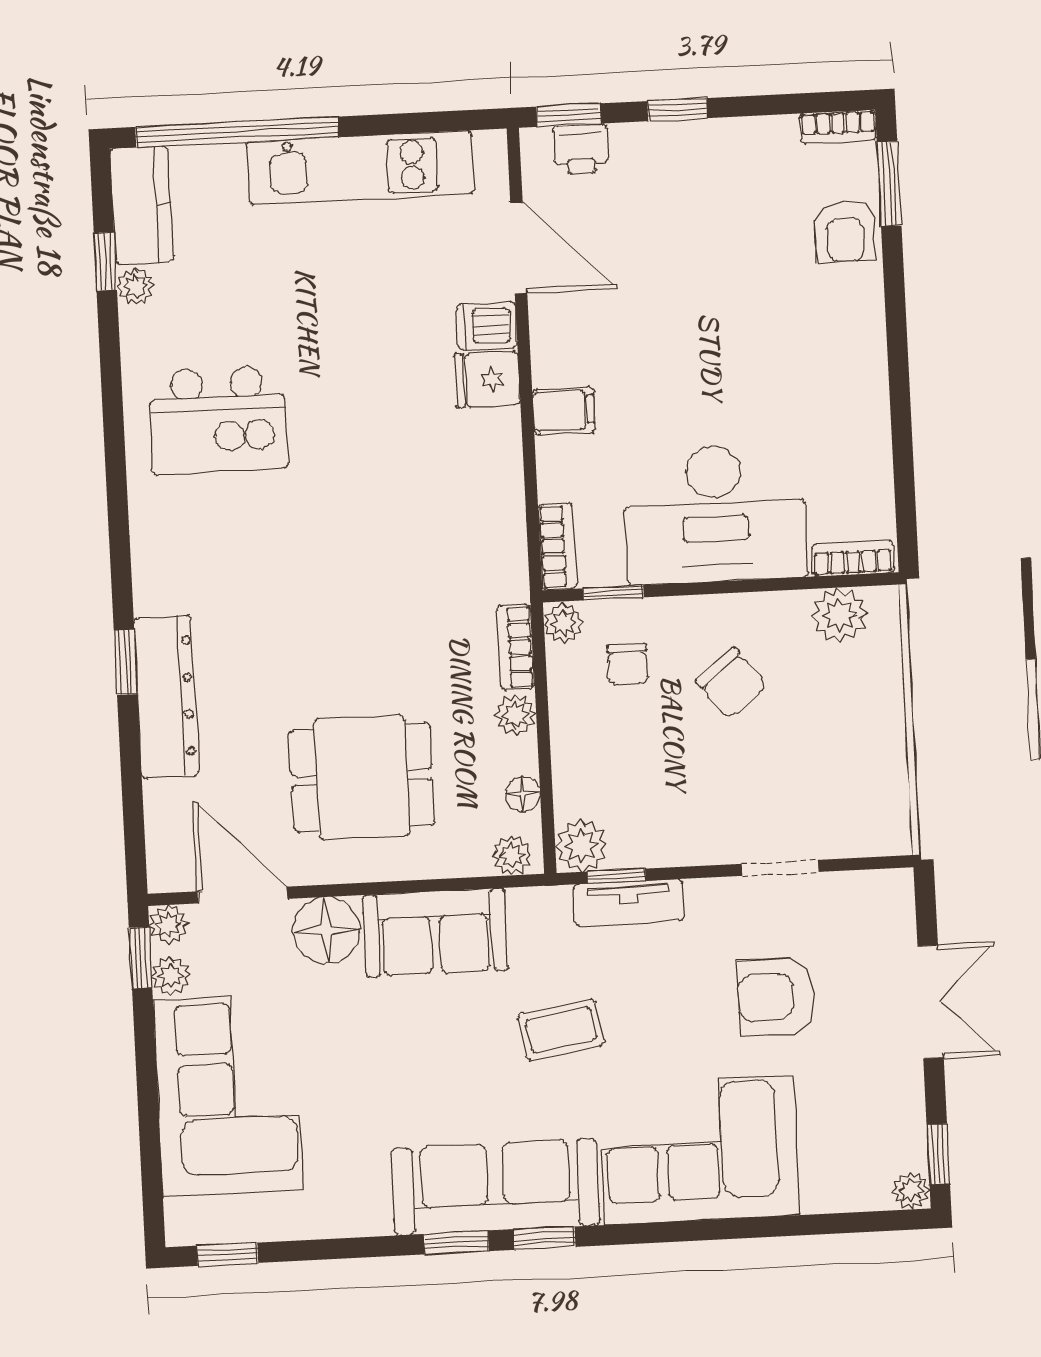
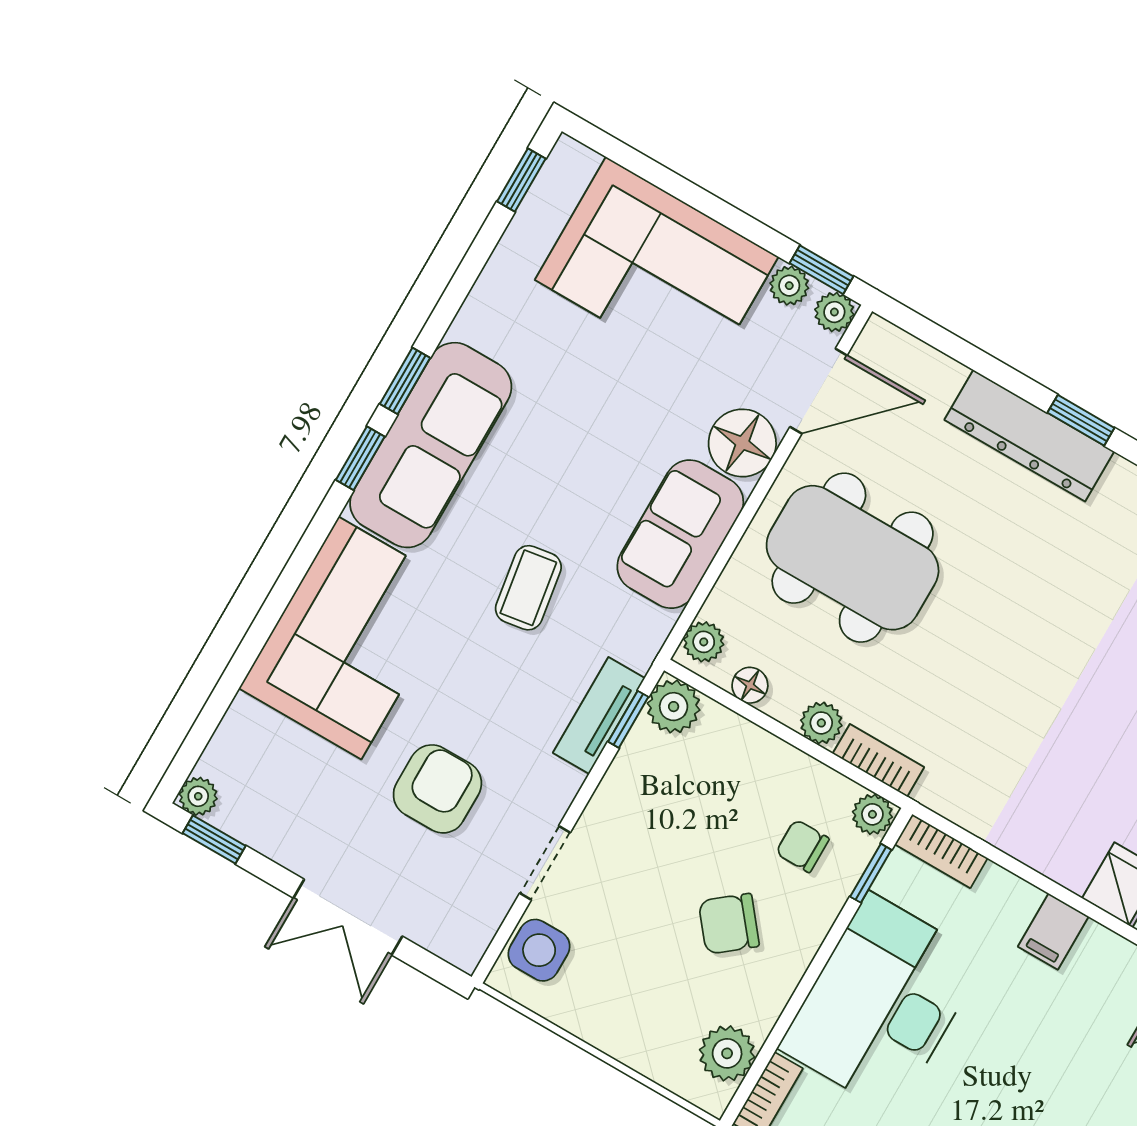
dining table: (362, 777) -> (853, 558), width x1.38
side table: (855, 826) -> (539, 950), added

